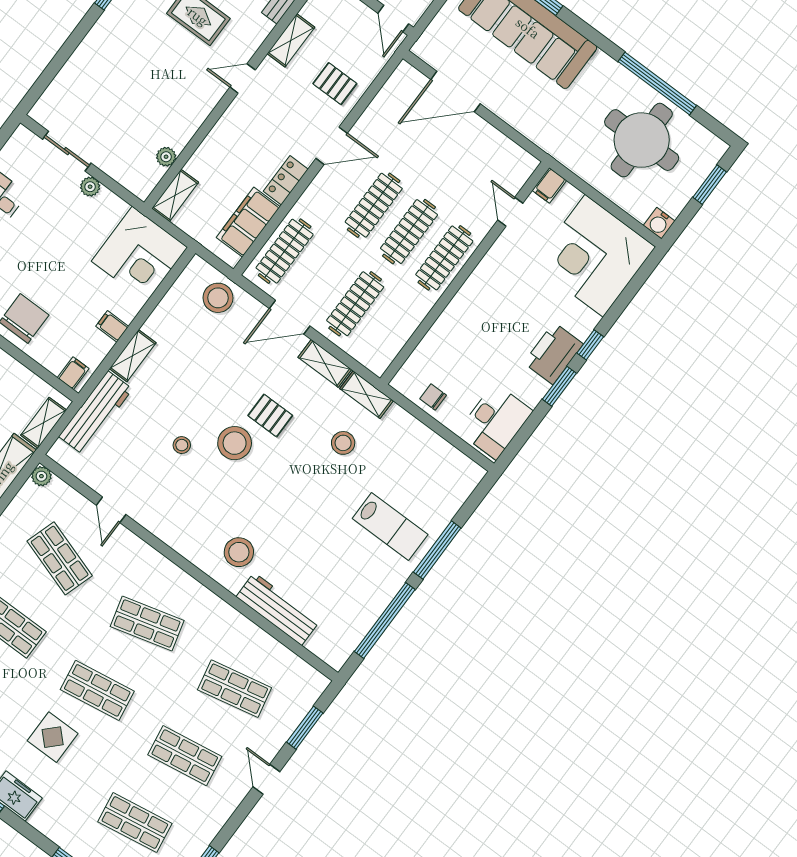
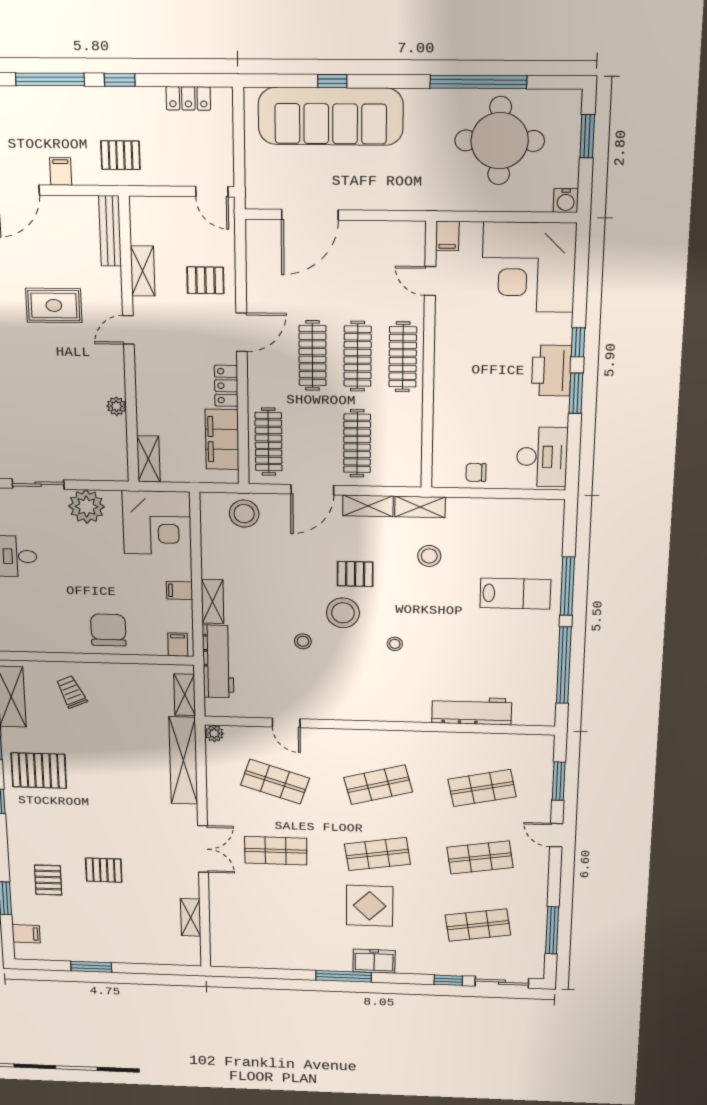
plant: (166, 157) -> (116, 406), moved
plant: (90, 187) -> (87, 507), width x1.88, depth x1.88
stool: (239, 552) -> (395, 644), moved, width x0.53, depth x0.53
display table: (53, 737) -> (370, 906), width x1.36, depth x1.36

